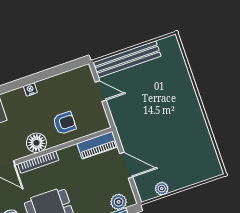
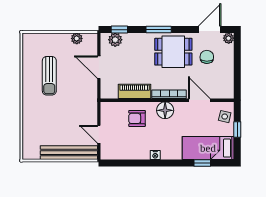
sun lounger: (178, 137) -> (49, 76), added
piano: (97, 145) -> (135, 91), moved

